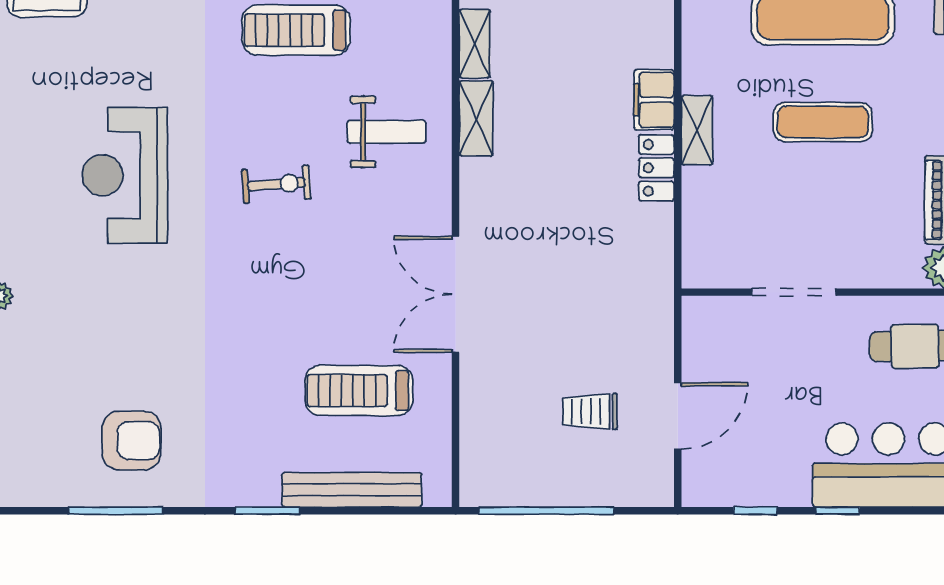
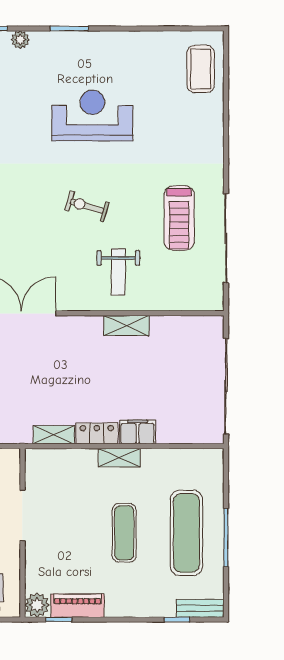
treadmill: (296, 30) -> (179, 218), turned 180
shelving: (475, 44) -> (54, 435), moved
exercise bike: (276, 184) -> (87, 206), turned 111

